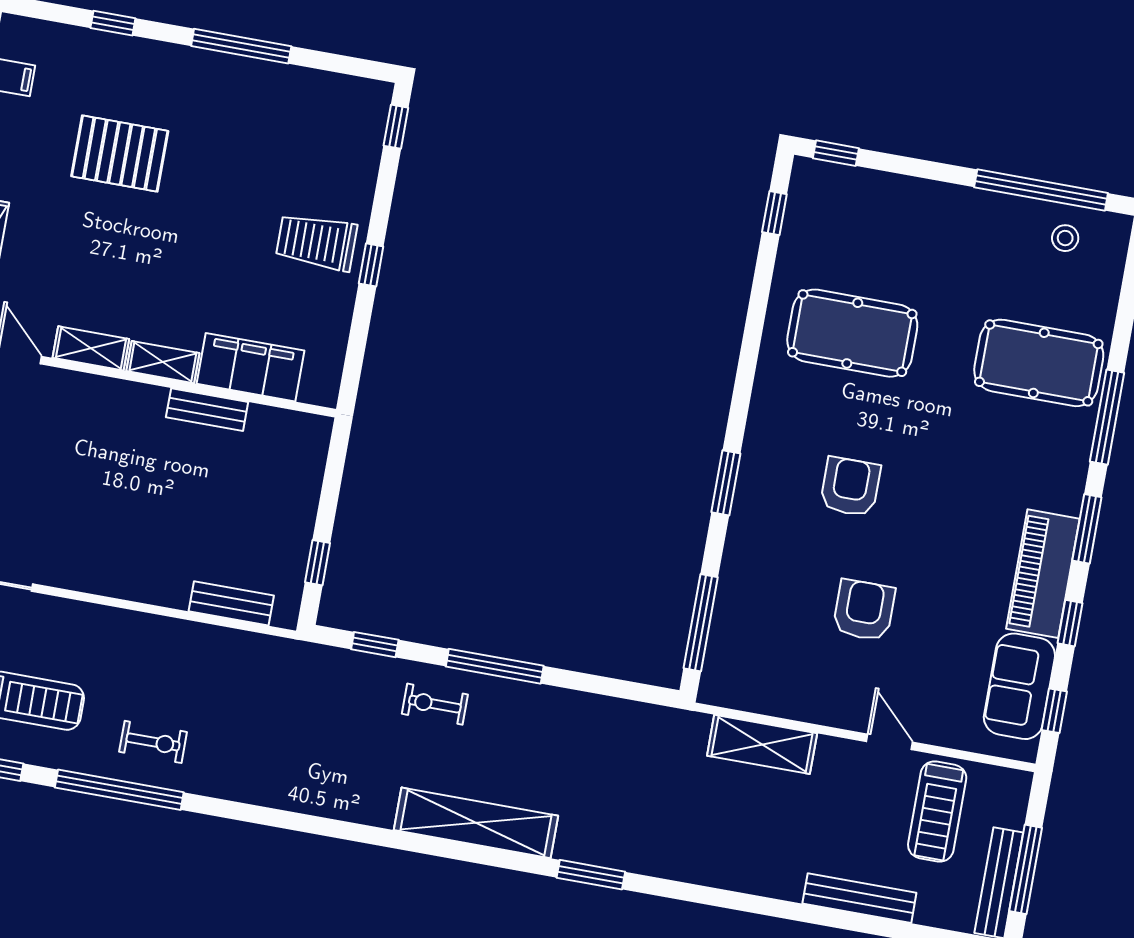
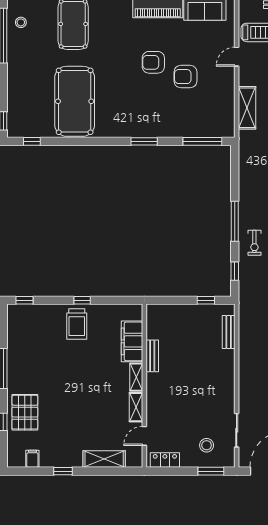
pallet: (120, 154) -> (25, 412), moved
pool table: (852, 333) -> (75, 101), width x1.36, depth x1.32
armchair: (850, 487) -> (153, 62), moved

